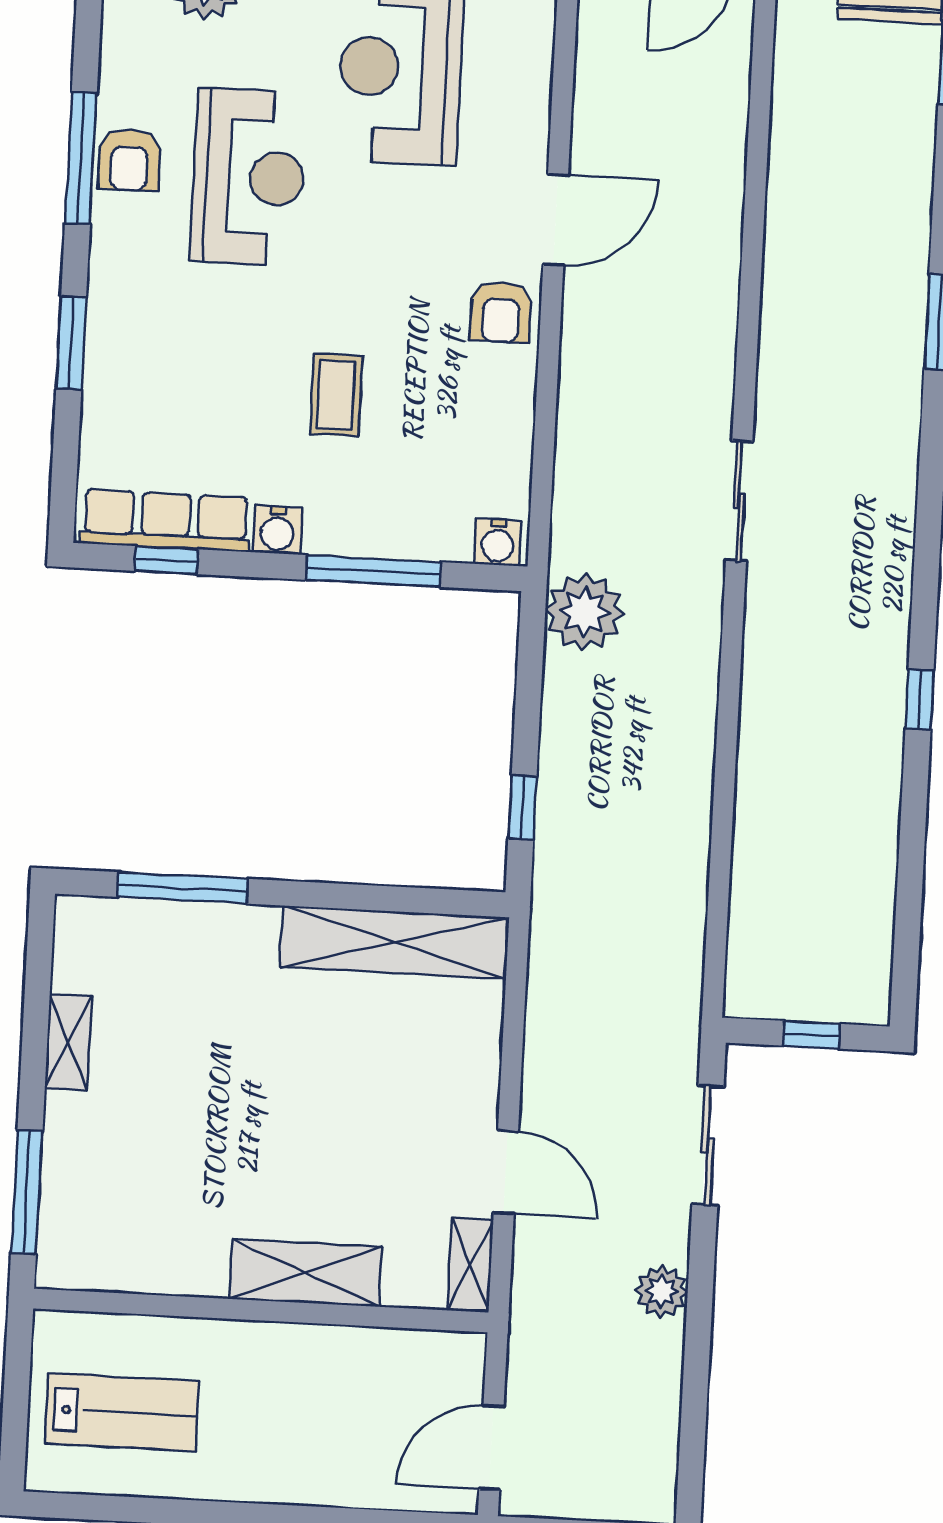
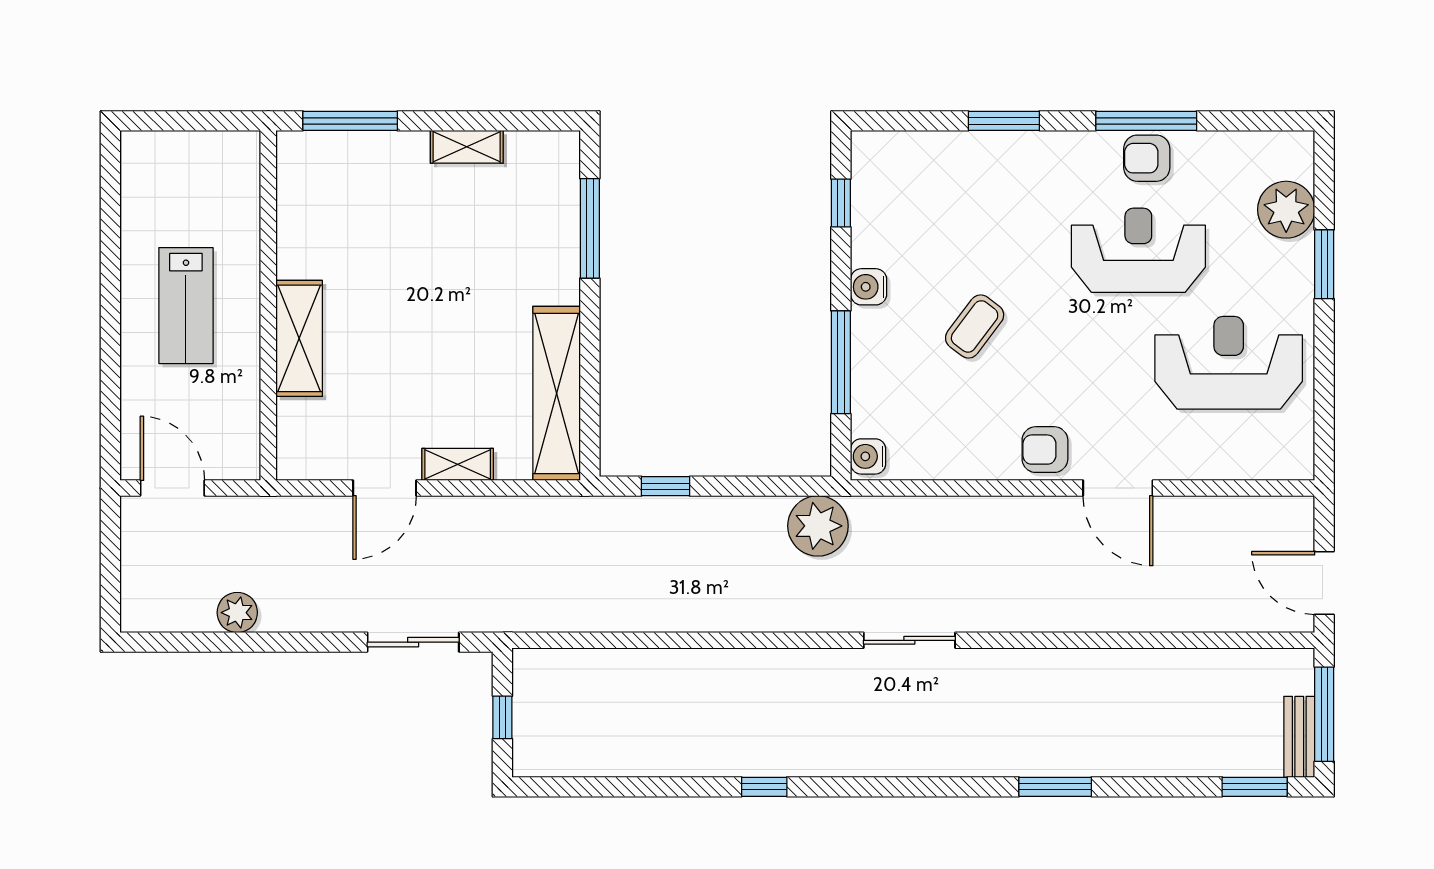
reception desk: (248, 177) -> (1138, 250), turned 180
coffee table: (336, 395) -> (975, 326), turned -53
row of seats: (166, 520) -> (872, 201), removed
shelving: (470, 1265) -> (458, 464), moved
plant: (662, 1291) -> (237, 613), moved
lab bench: (122, 1412) -> (186, 306), moved

